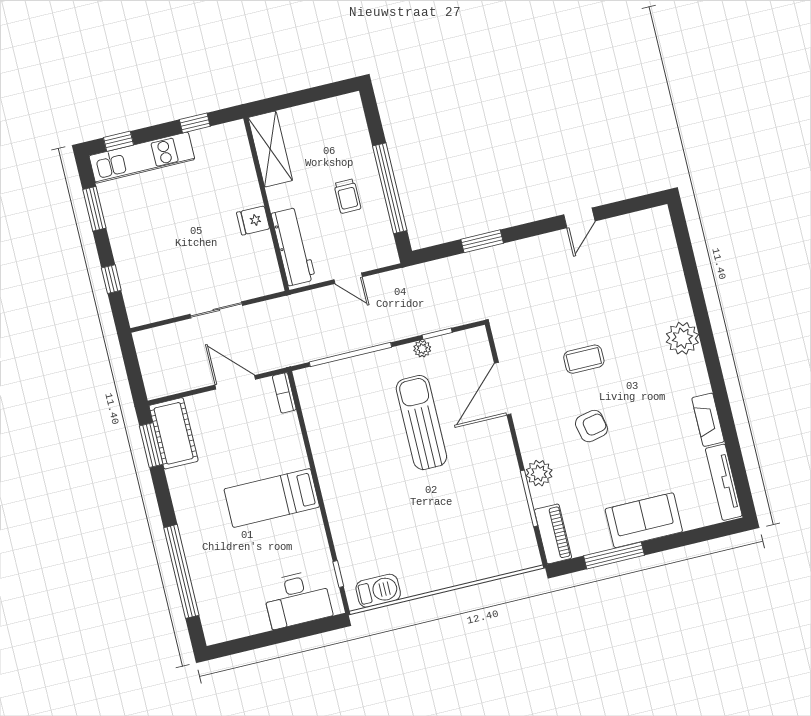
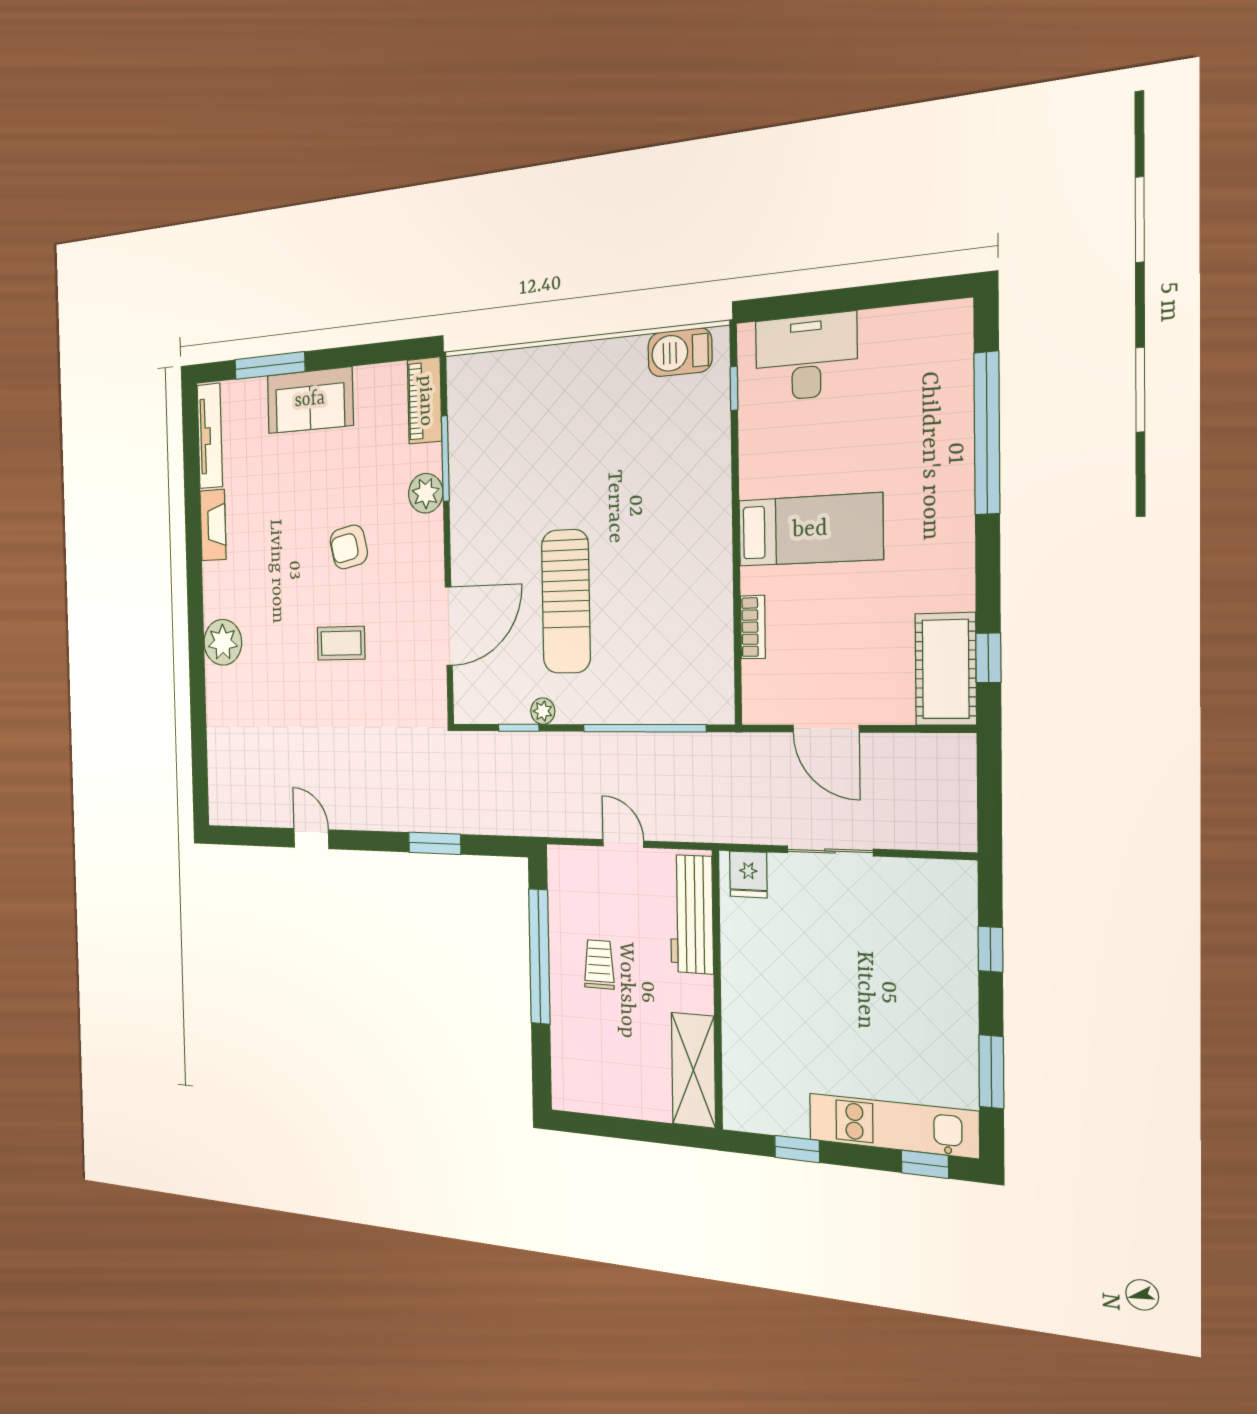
door: (579, 218) -> (311, 839), hinge flipped
fridge: (253, 221) -> (748, 874), moved, turned 90
bookcase: (284, 393) -> (753, 627), moved
window: (151, 445) -> (988, 658), width x0.67
window: (614, 555) -> (270, 366), moved

